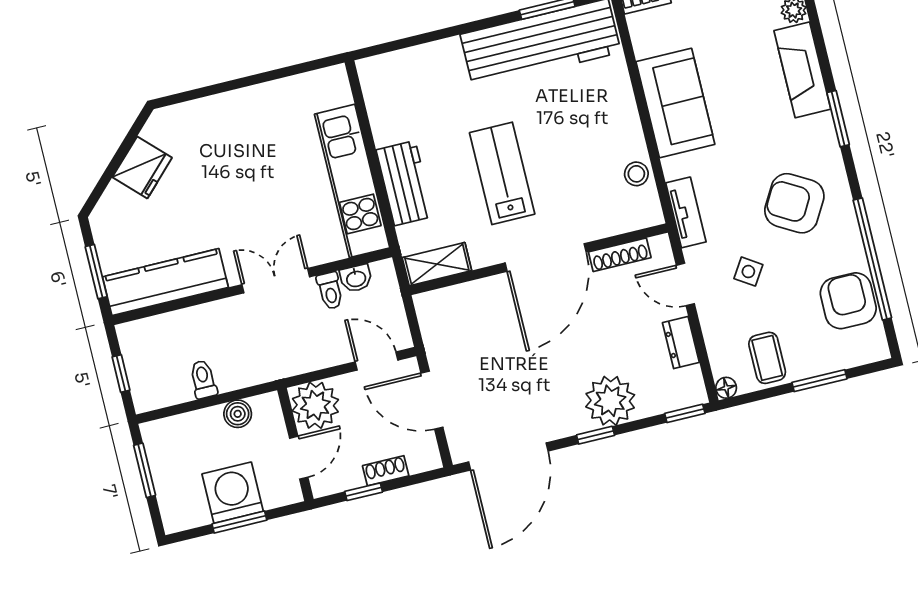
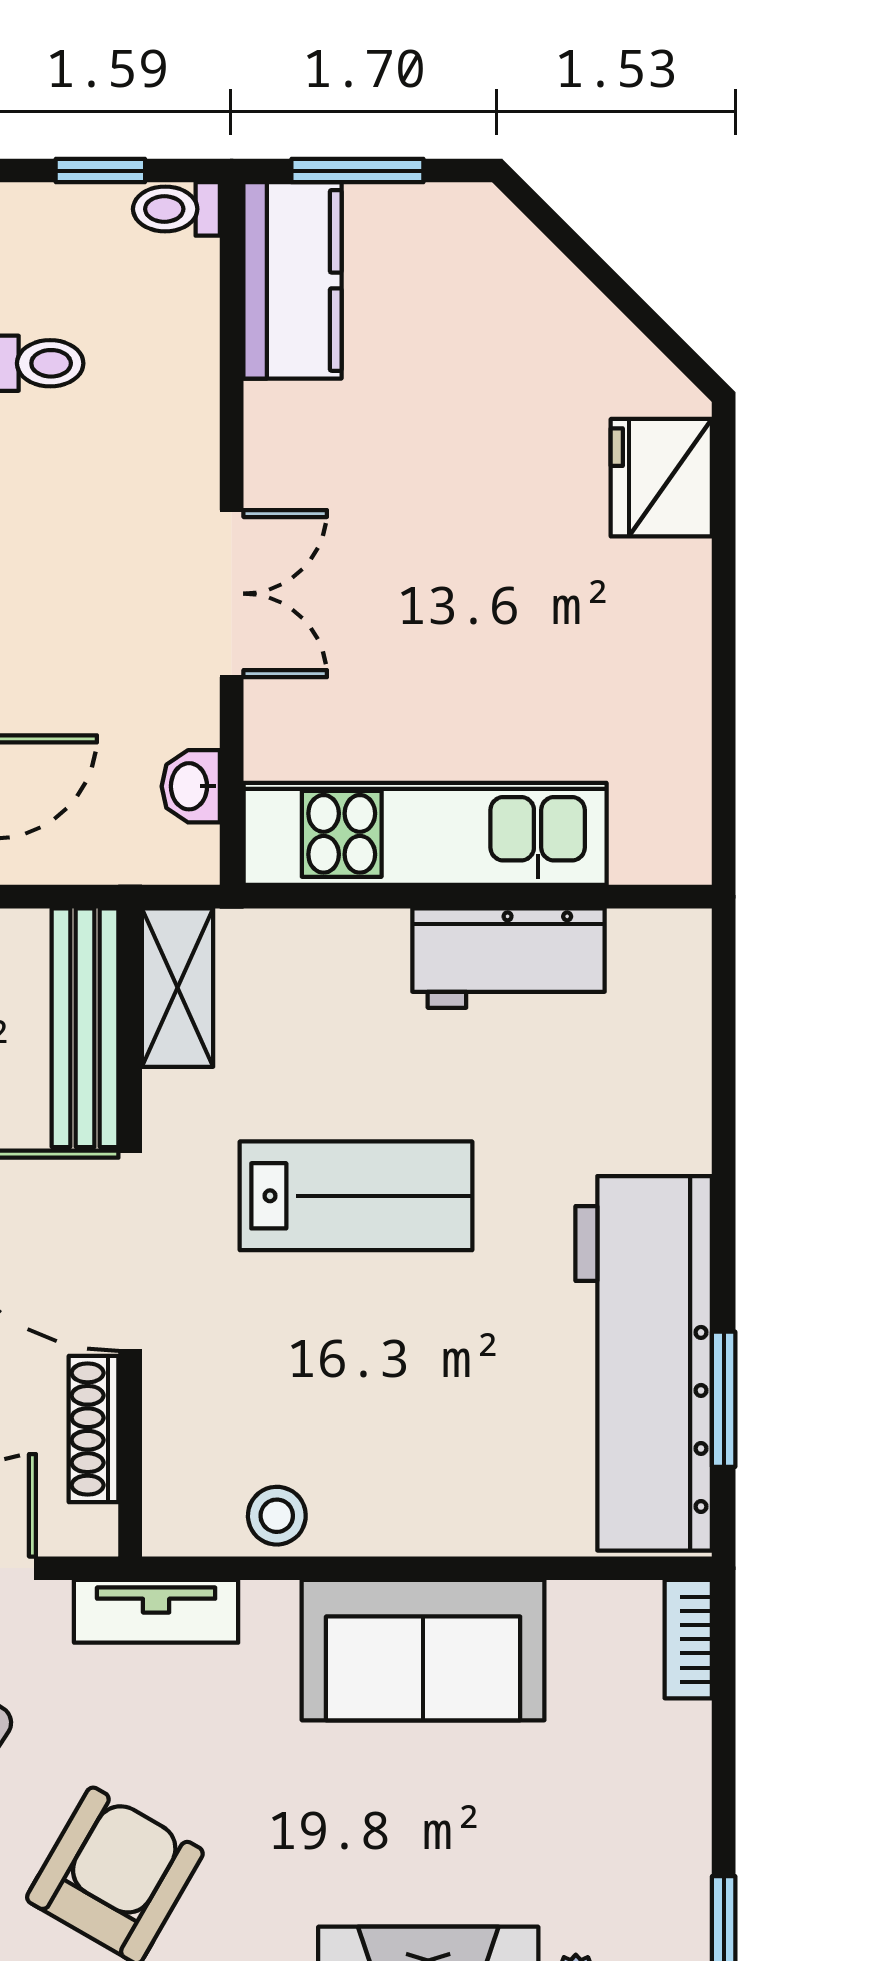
fridge: (142, 167) -> (661, 478), moved, turned 45
workbench: (405, 183) -> (509, 958), moved
kitchen counter: (165, 282) -> (292, 280), width x0.67
toilet: (330, 291) -> (176, 209), moved
bench: (462, 297) -> (85, 1028), added

